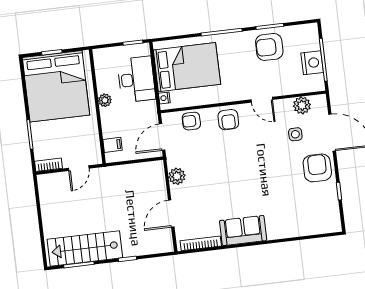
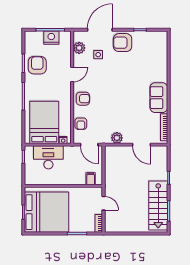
armchair: (269, 47) -> (37, 65), turned 180
plant: (105, 100) -> (60, 180), removed

